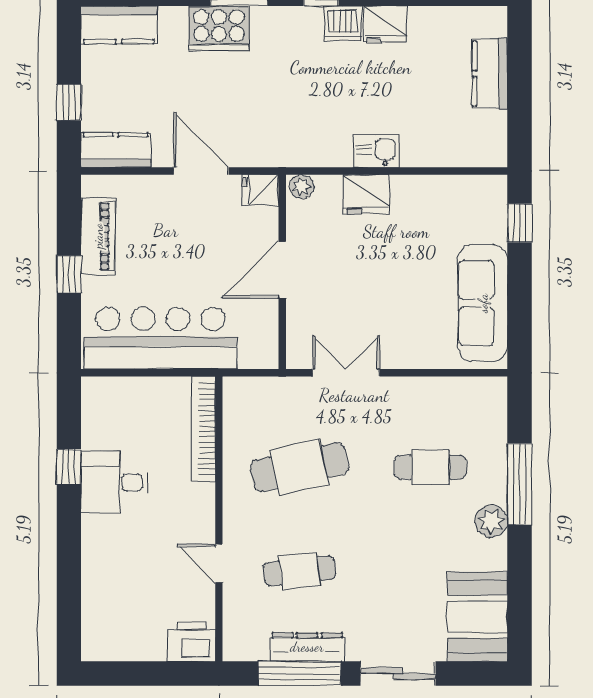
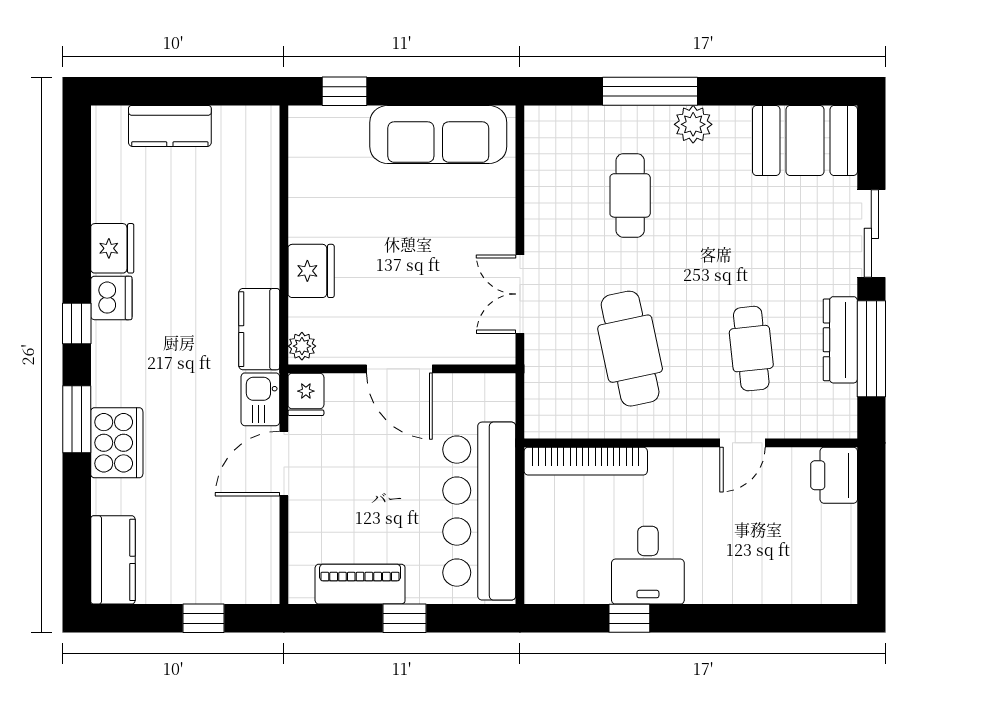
kitchen counter: (116, 150) -> (259, 329), moved
kitchen sink: (376, 151) -> (260, 399), moved

